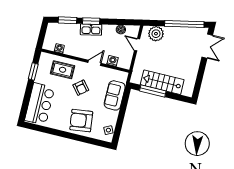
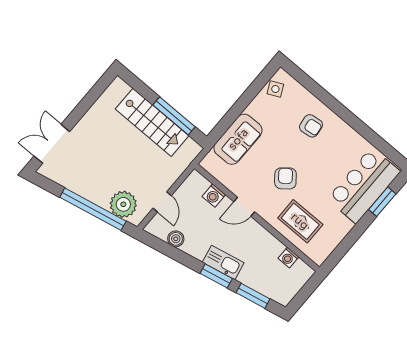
window: (184, 24) -> (93, 209), moved
window: (33, 72) -> (382, 202), moved
armchair: (81, 121) -> (311, 126), width x0.53, depth x0.53

